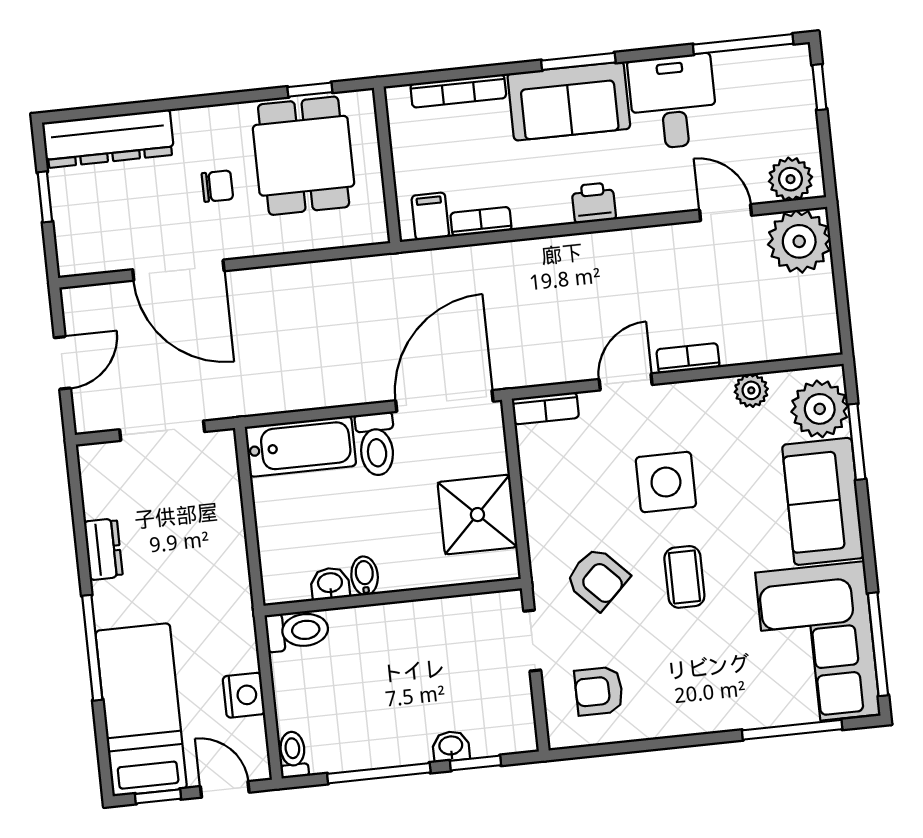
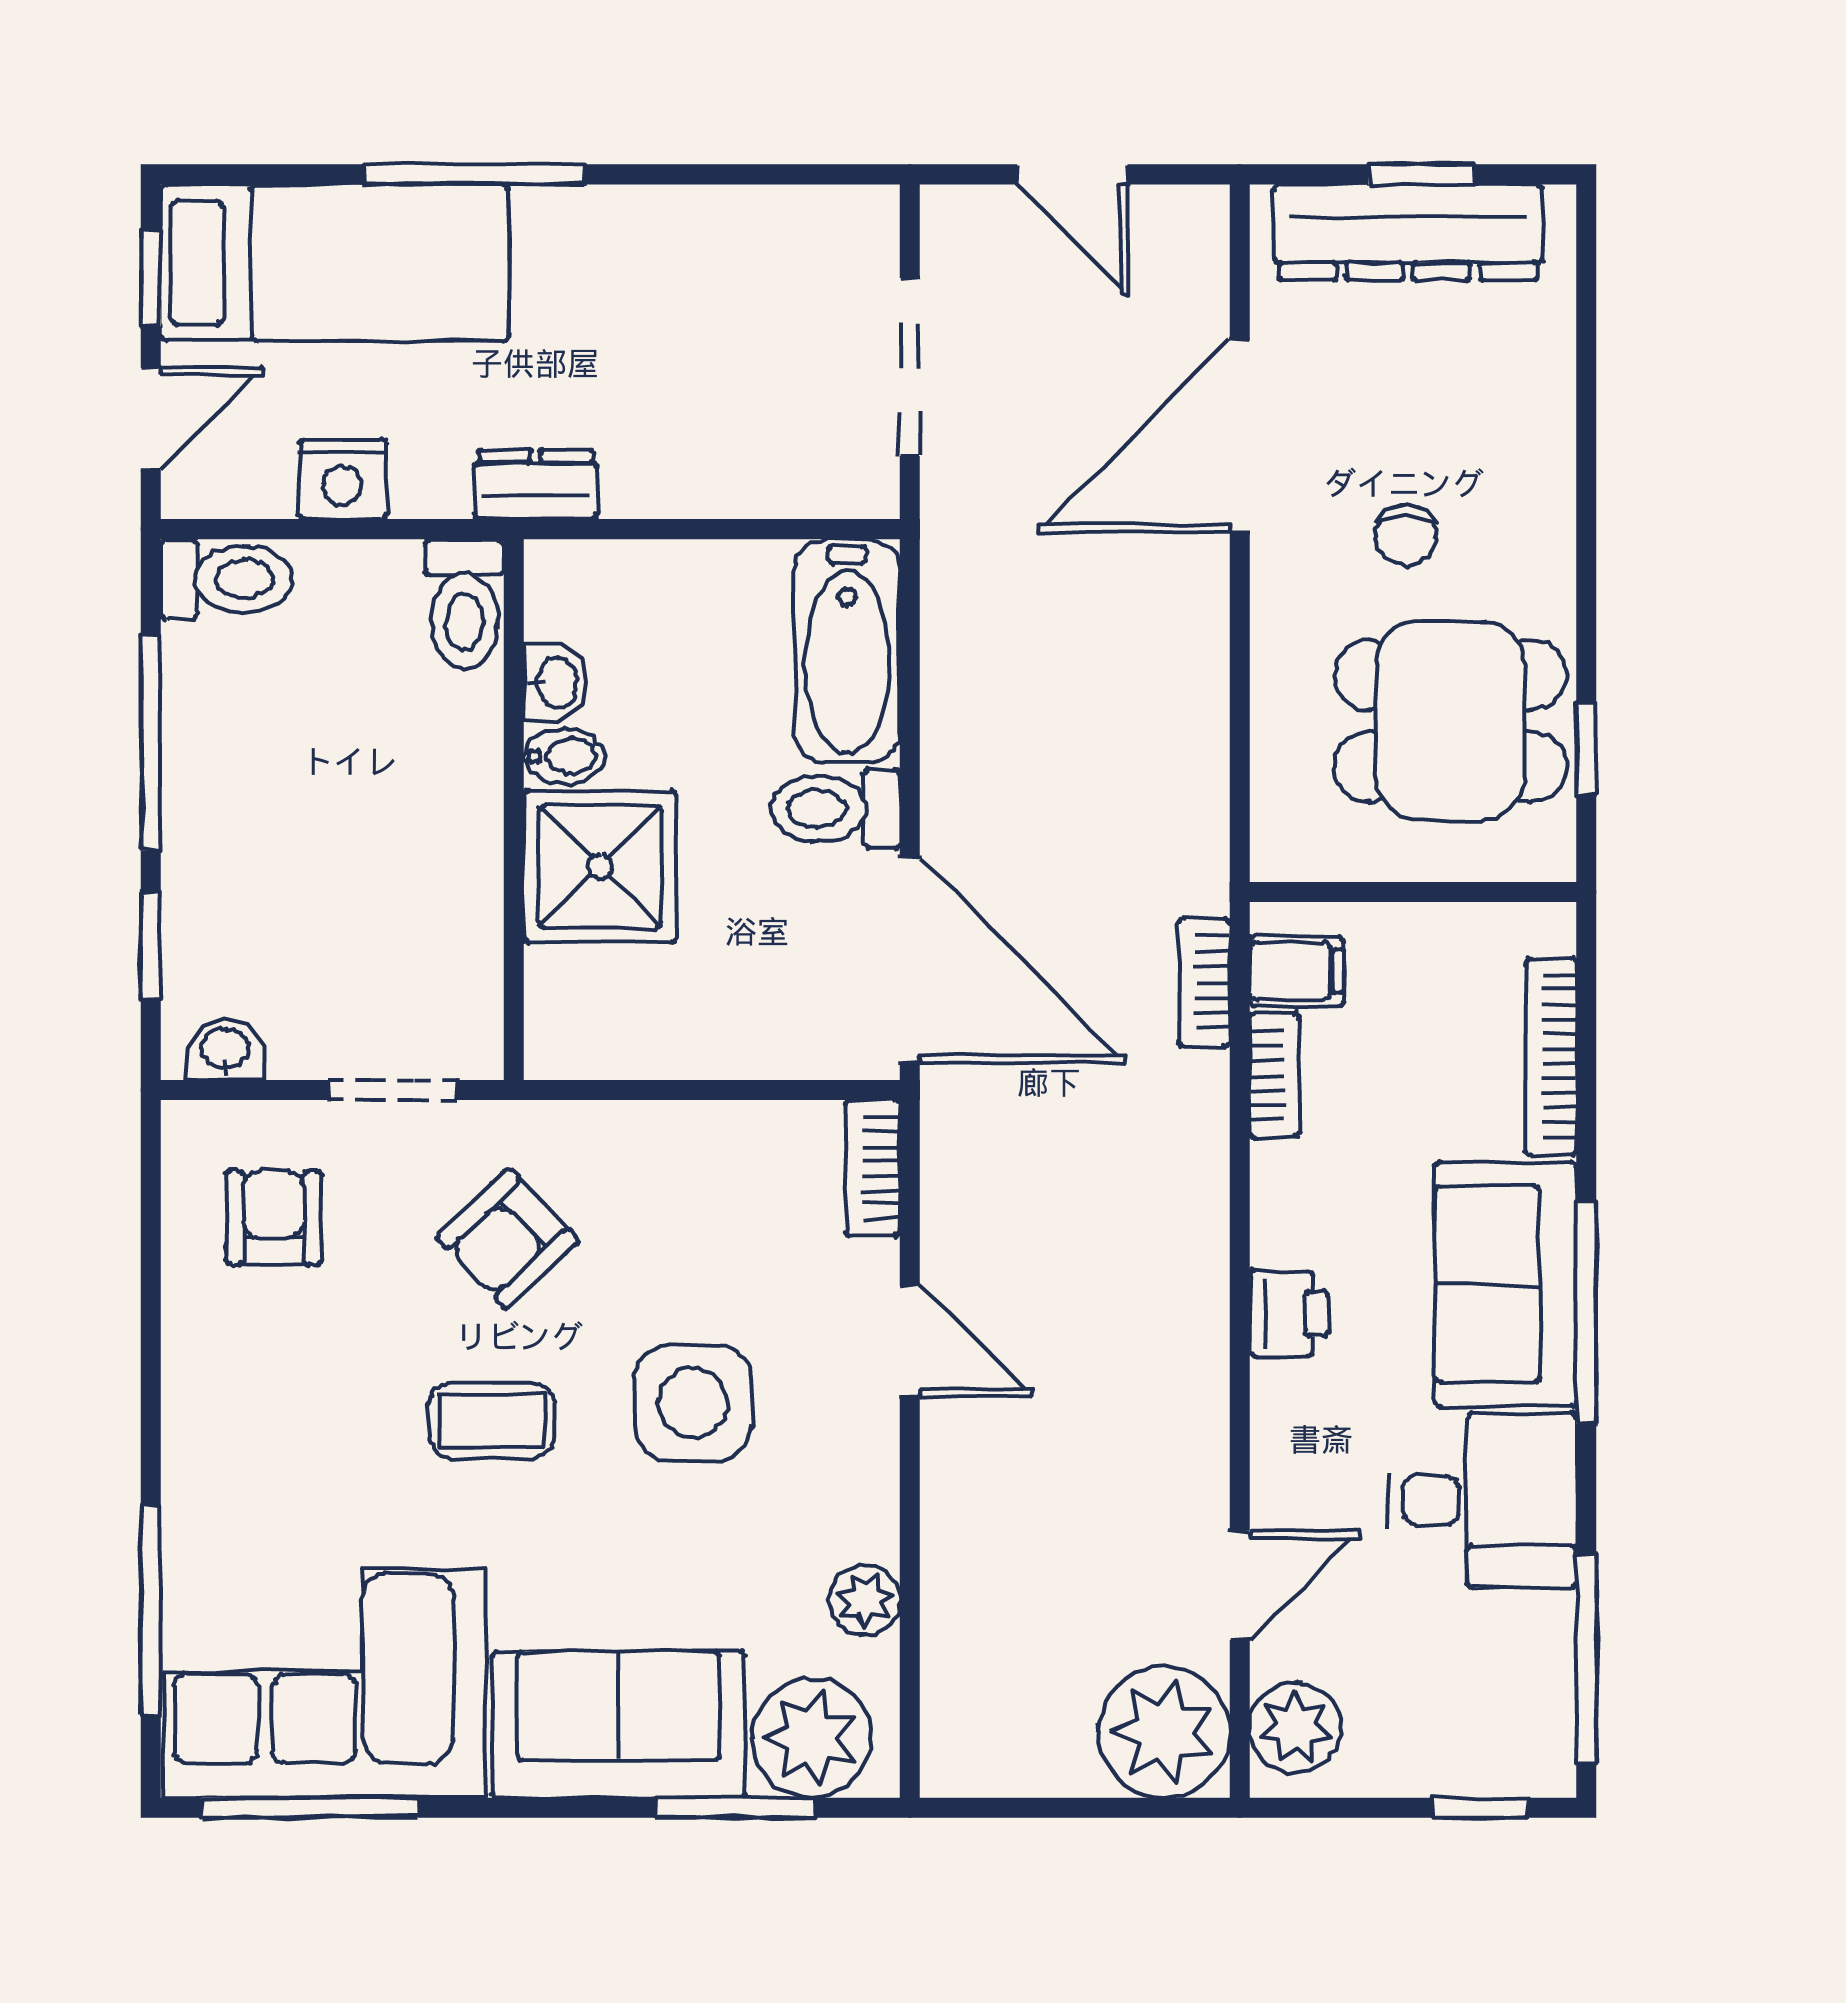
window: (578, 61) -> (1586, 1312), width x1.44
dresser: (108, 139) -> (1408, 232), moved, turned -90
bookcase: (688, 358) -> (1204, 982), moved, turned 180
shower: (477, 515) -> (600, 866), moved
dresser: (103, 549) -> (536, 485), moved, turned 180
washbasin: (451, 746) -> (225, 1050), moved, turned -90
toilet: (293, 755) -> (227, 579), width x1.37, depth x1.39

